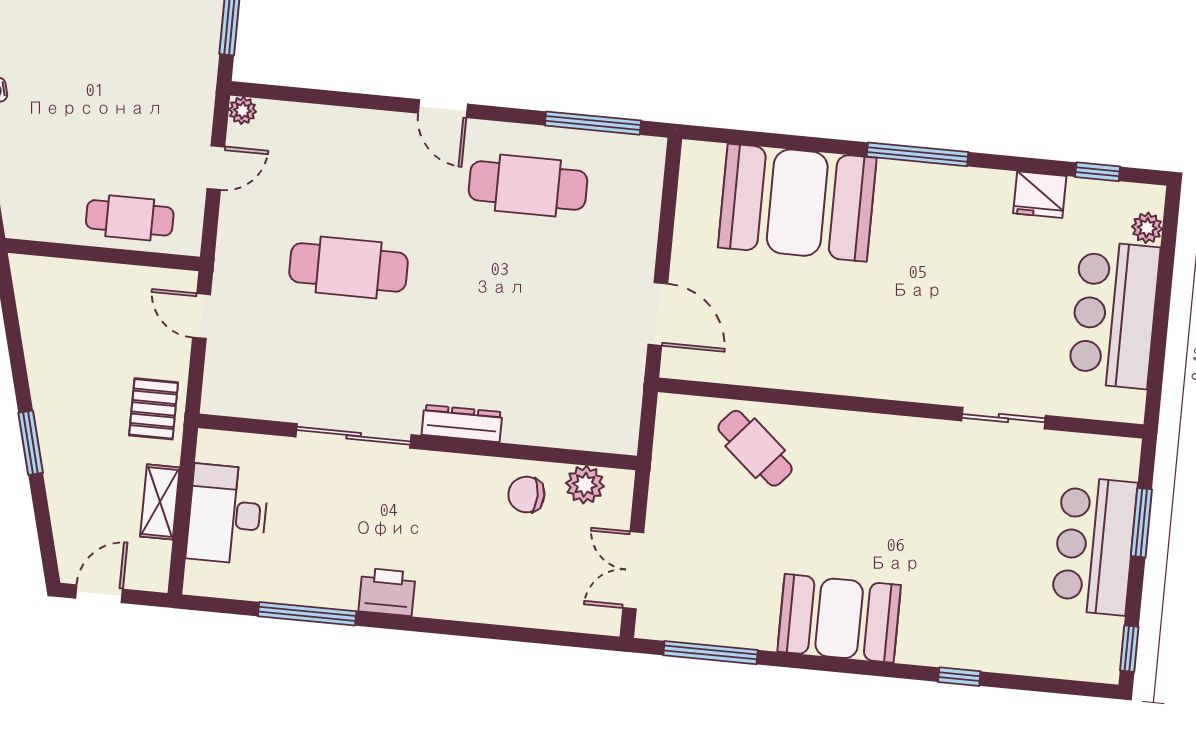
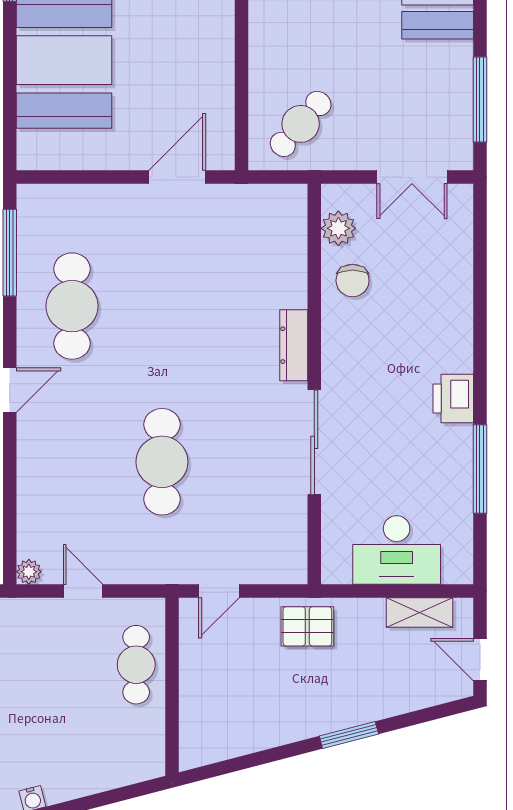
cafe table: (755, 448) -> (301, 124), moved
shelving: (160, 502) -> (420, 612), moved

